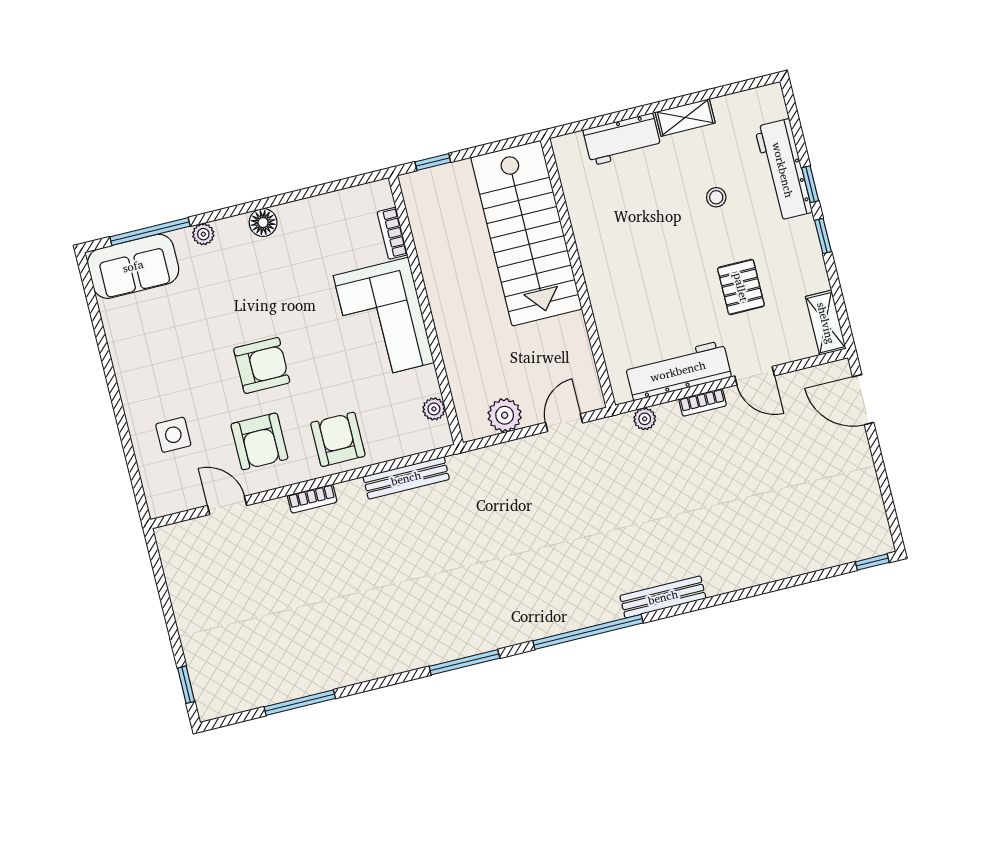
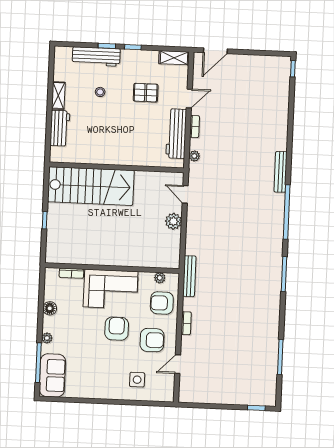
bookcase: (392, 233) -> (71, 273), moved
wall: (426, 310) -> (112, 268), moved
corner sofa: (384, 319) -> (111, 289), moved
plant: (434, 409) -> (160, 278), moved

